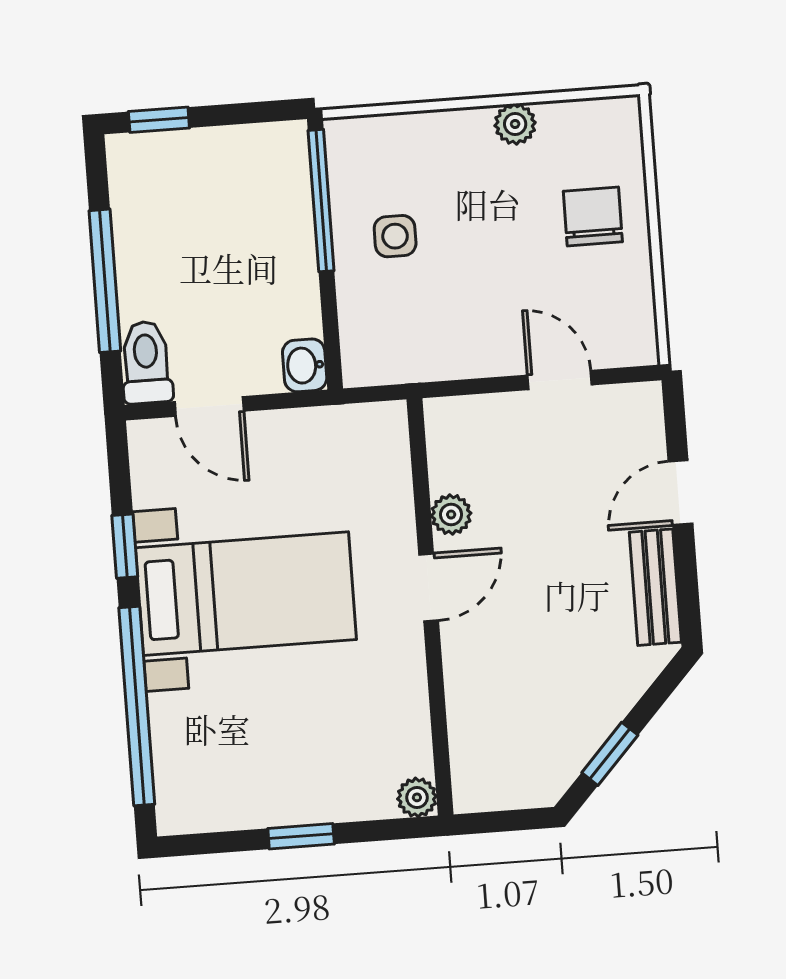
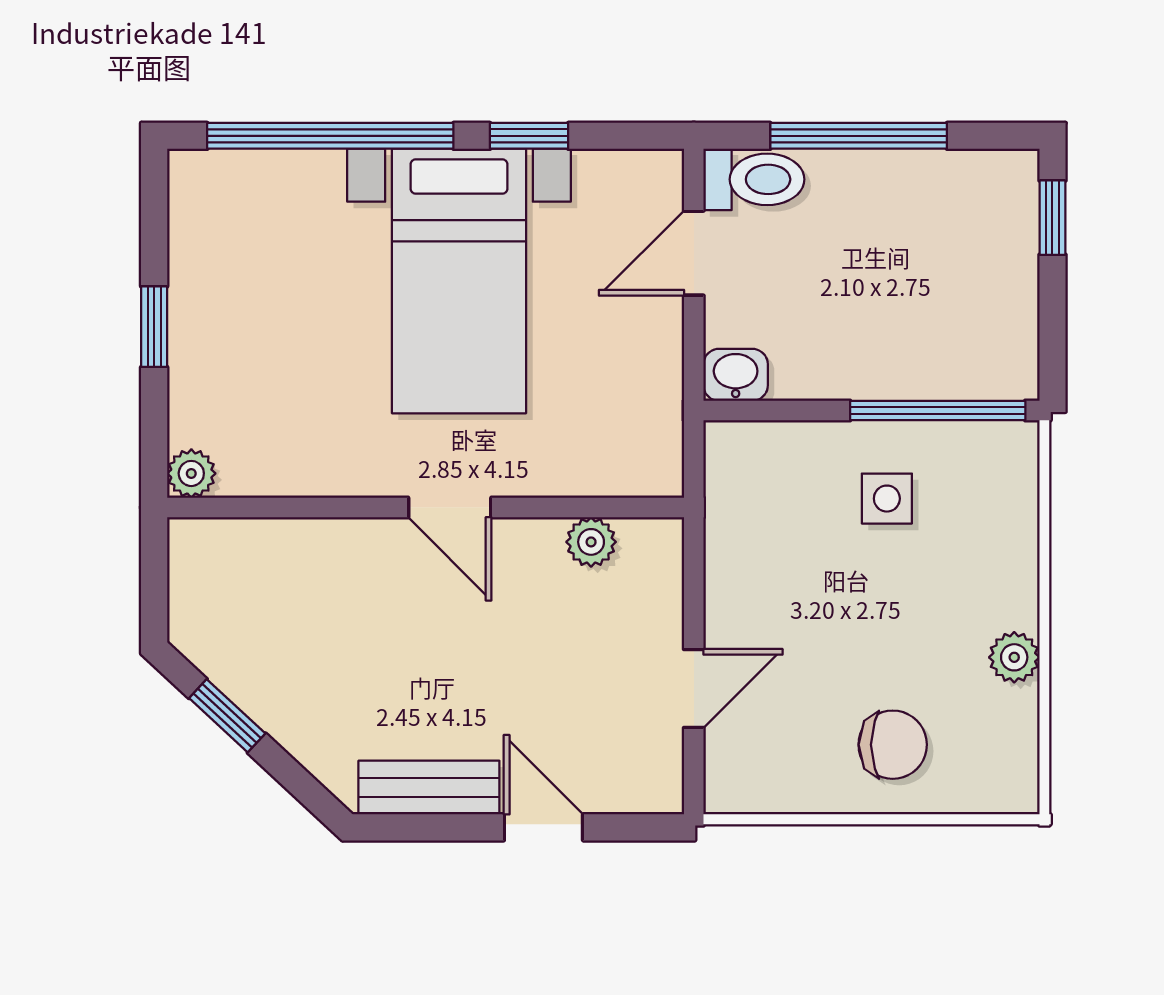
plant: (451, 515) -> (591, 542), moved

